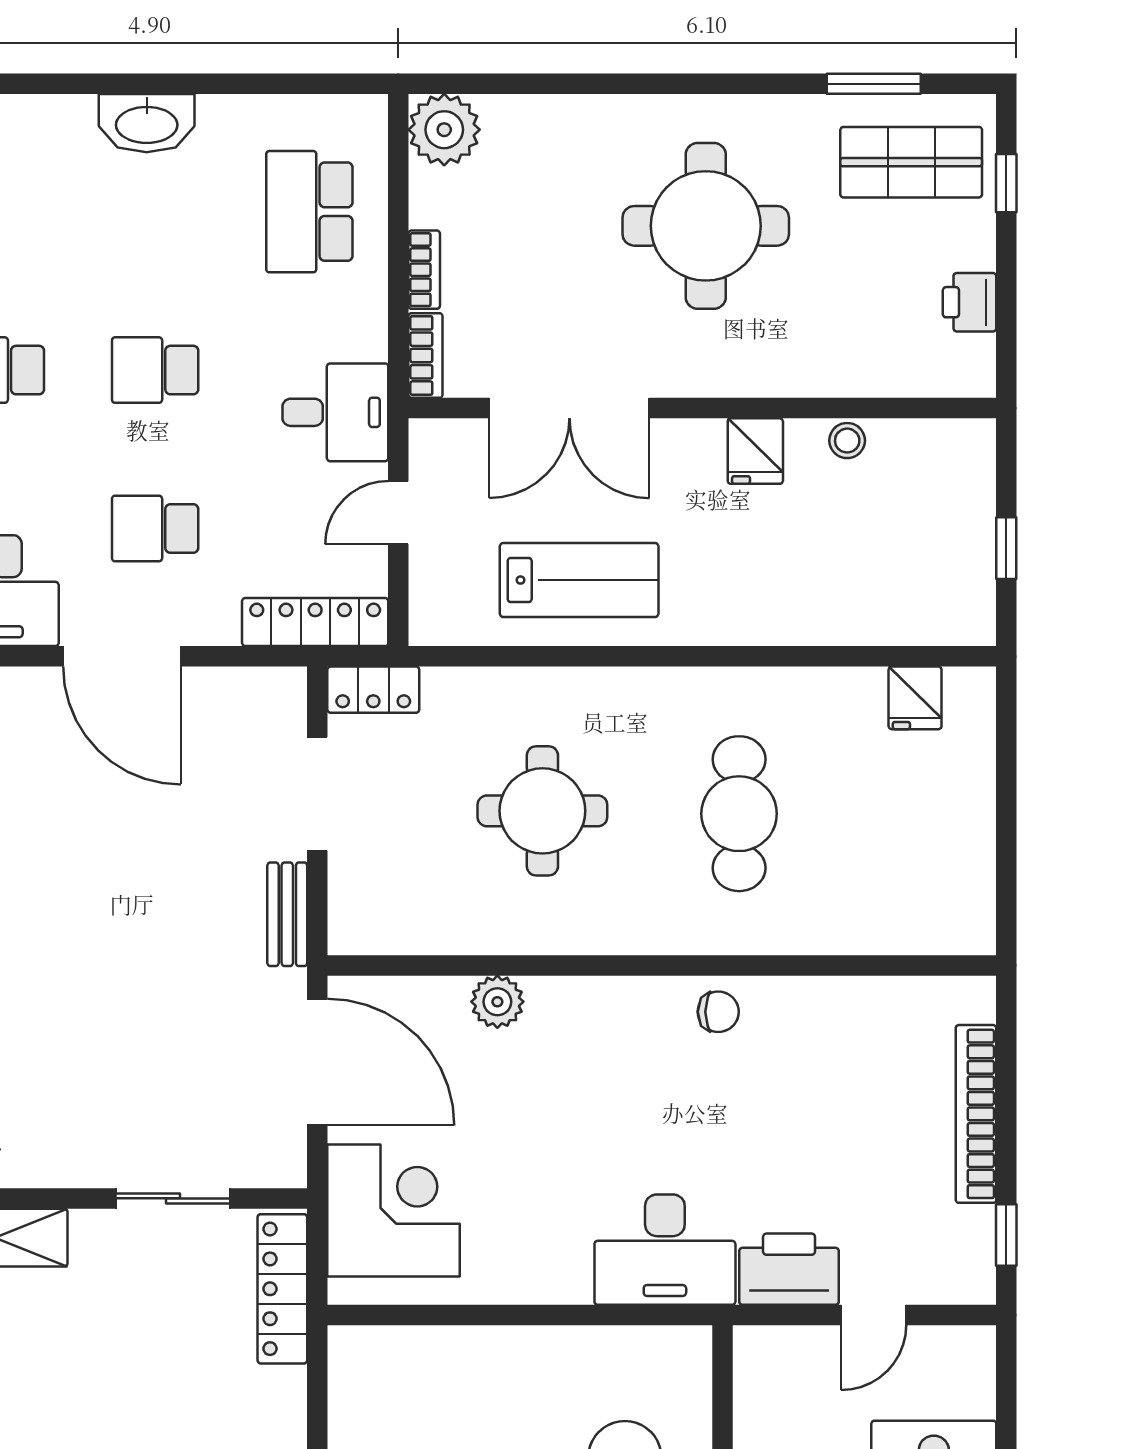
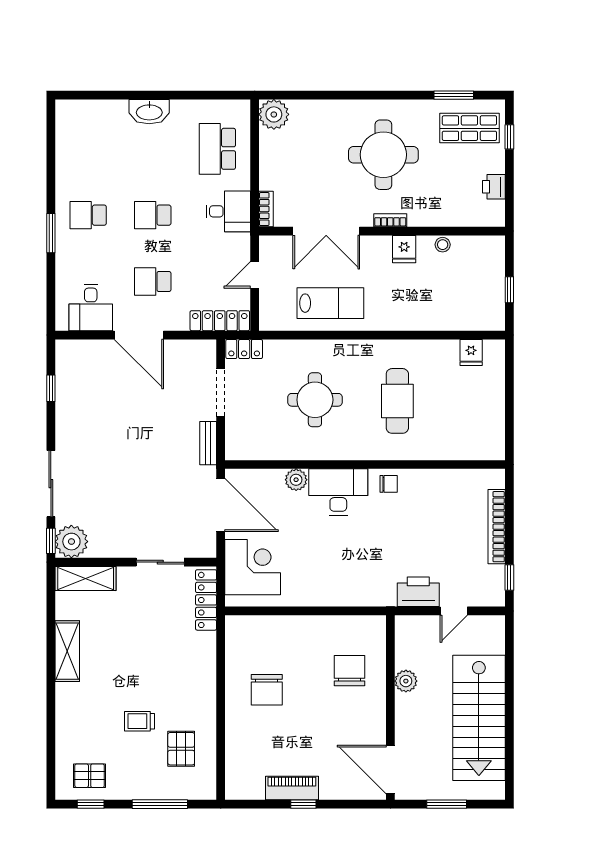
bookcase: (424, 270) -> (390, 220), moved, turned -90
desk: (335, 412) -> (228, 211), moved
desk: (665, 1250) -> (338, 492), moved, turned 180

